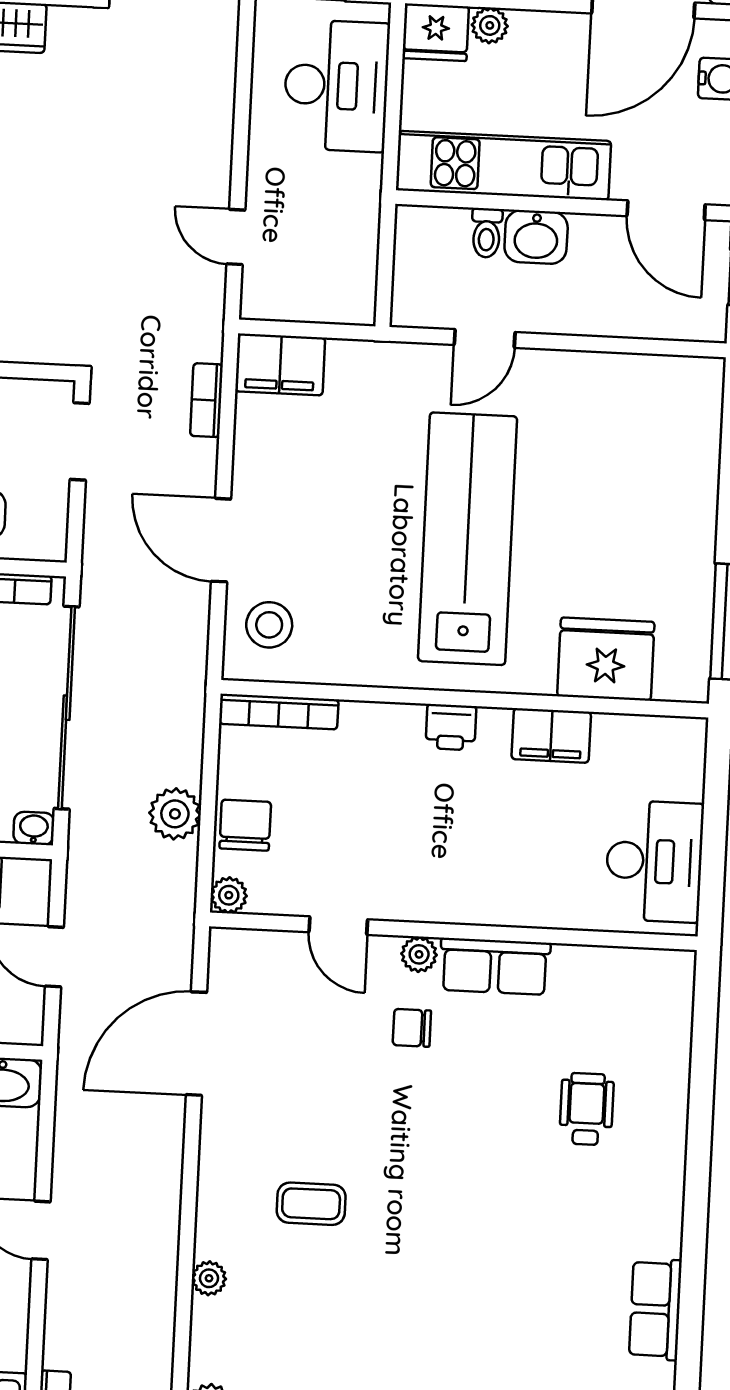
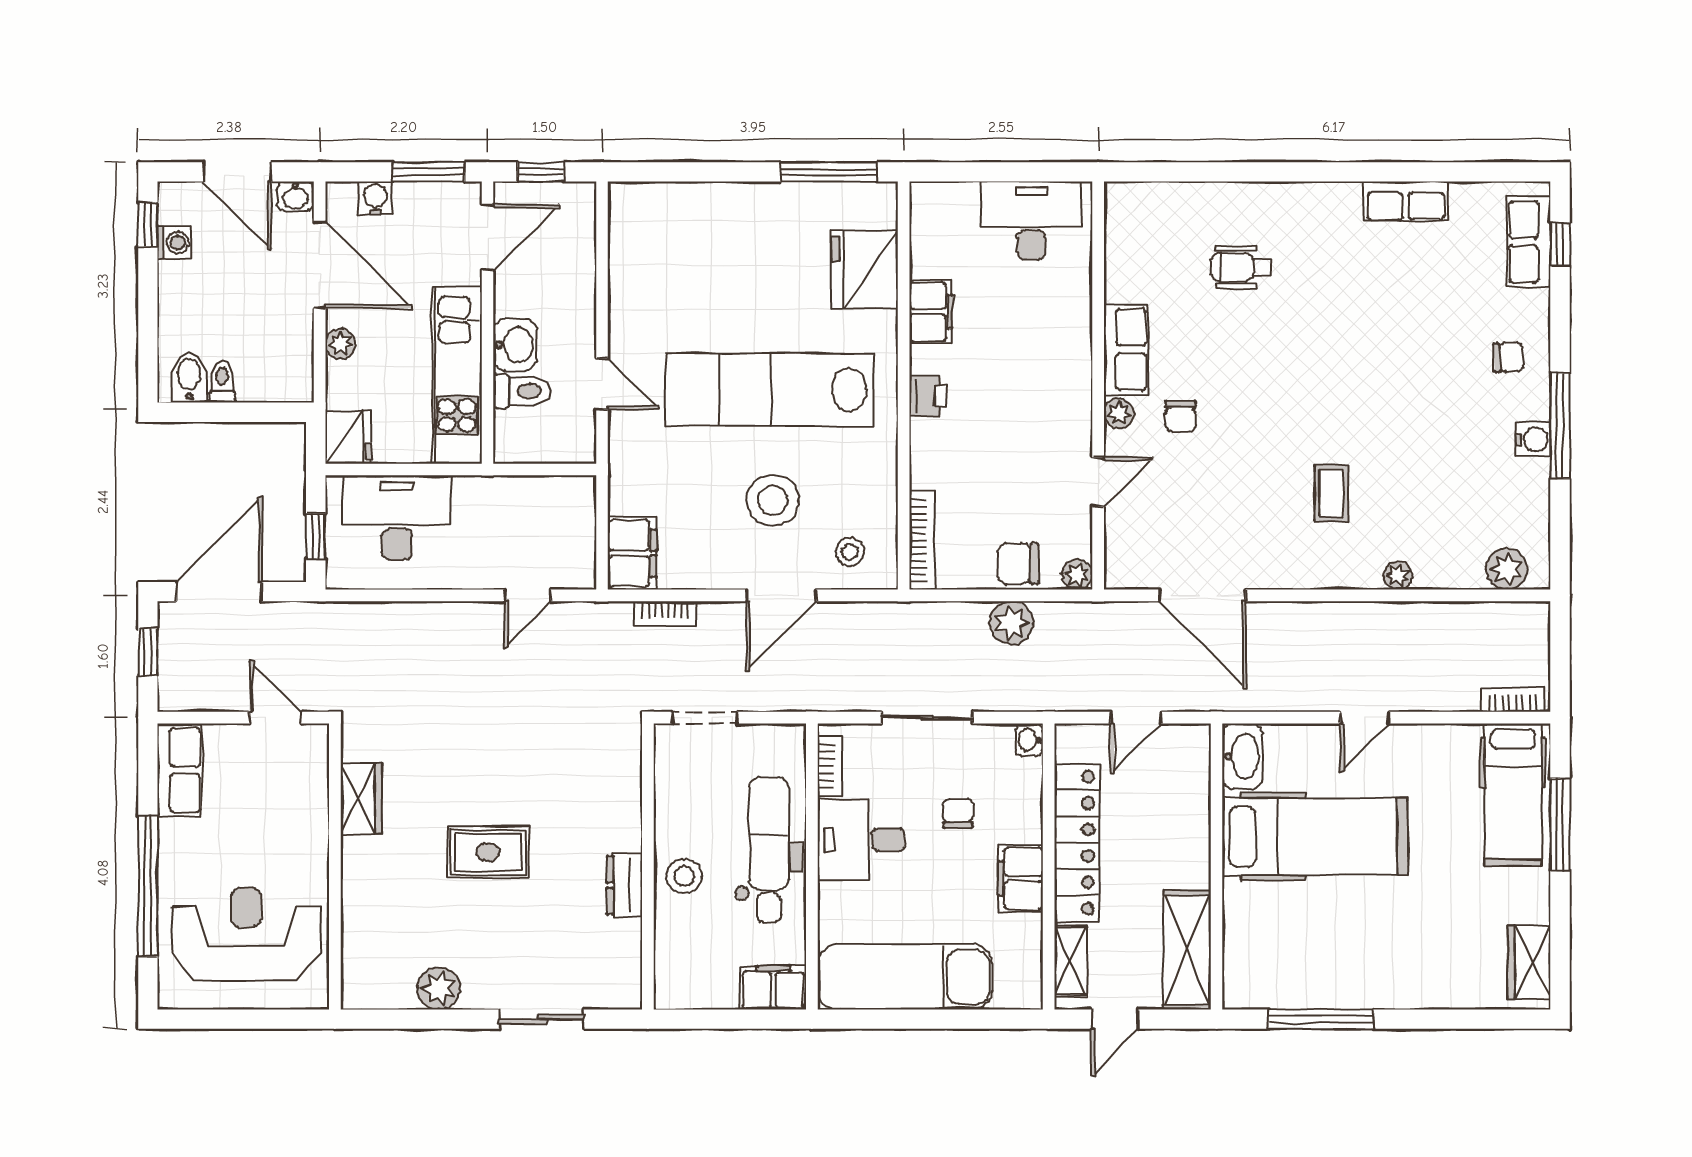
plant: (490, 25) -> (340, 344), moved
toilet: (487, 233) -> (522, 391), width x1.37, depth x1.39
stool: (335, 536) -> (773, 501), added
stool: (269, 625) -> (850, 552), width x0.73, depth x0.73
sliding door: (67, 708) -> (927, 718), width x0.54

